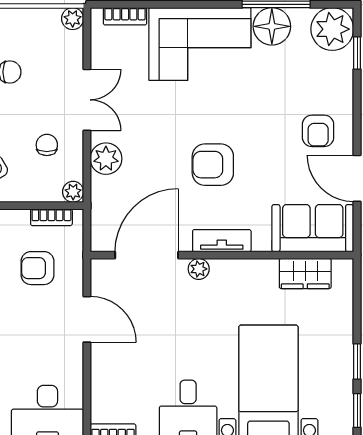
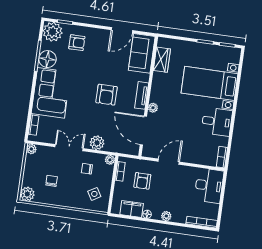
armchair: (318, 131) -> (77, 43), moved

